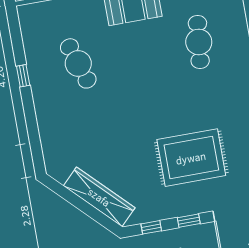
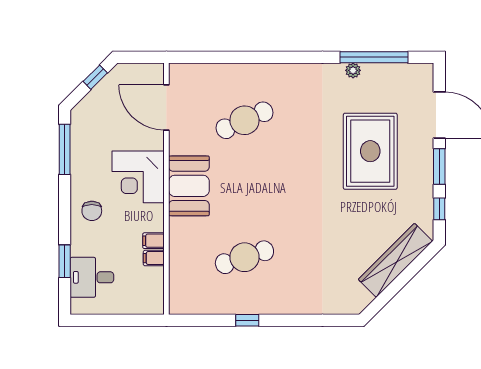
cafe table: (199, 42) -> (244, 120), turned -30
window: (189, 221) -> (439, 166), width x1.50

